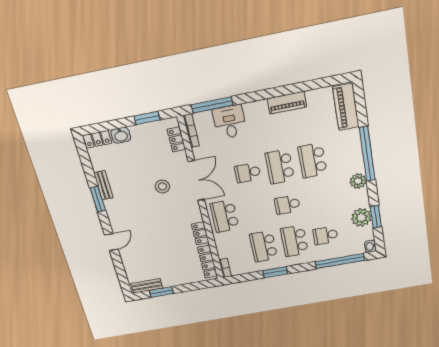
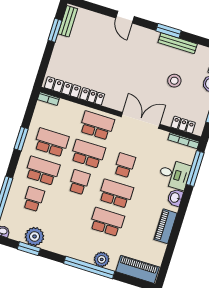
washbasin: (252, 109) -> (175, 198), added
double door: (196, 181) -> (141, 120), swing flipped
plant: (358, 181) -> (102, 259), moved
bench: (104, 185) -> (178, 43), width x1.36
stool: (162, 186) -> (174, 81), moved
school desk: (256, 210) -> (88, 154), added

